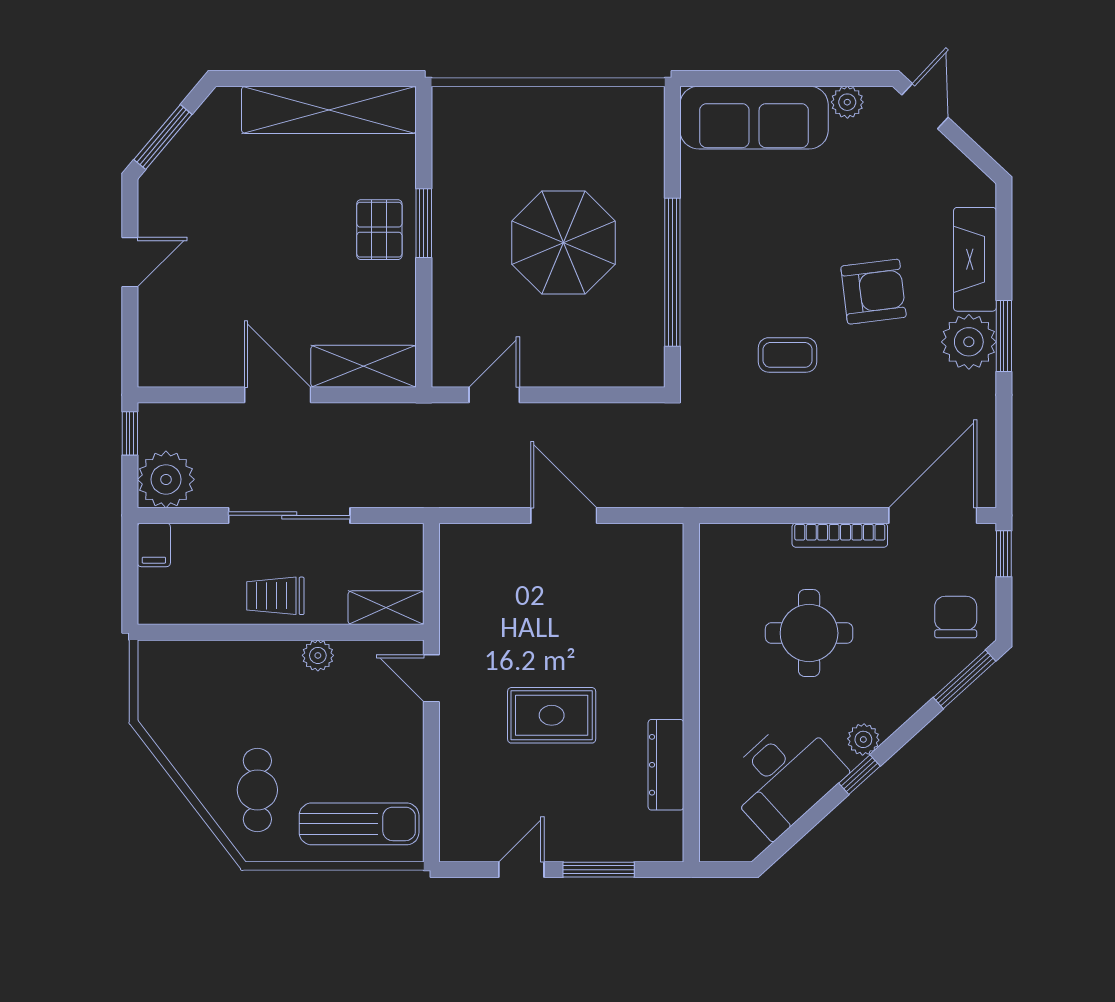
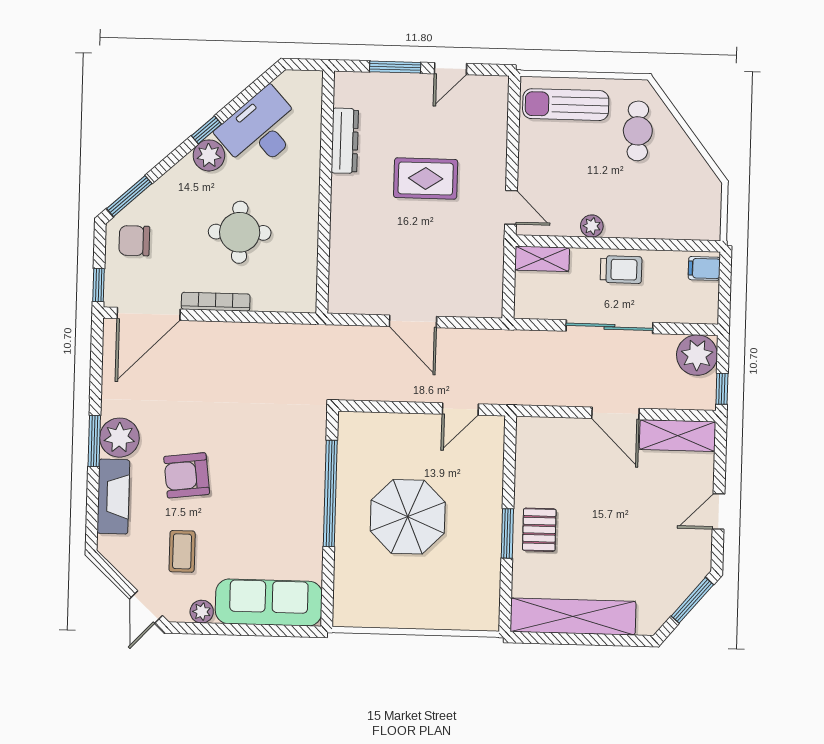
coffee table: (788, 355) -> (182, 551), moved, turned 90
shelving: (364, 366) -> (677, 436), moved
filing cabinet: (154, 545) -> (704, 268), moved, turned -90
chair: (956, 617) -> (134, 241), turned 90
plant: (863, 739) -> (209, 155), width x1.38, depth x1.38

